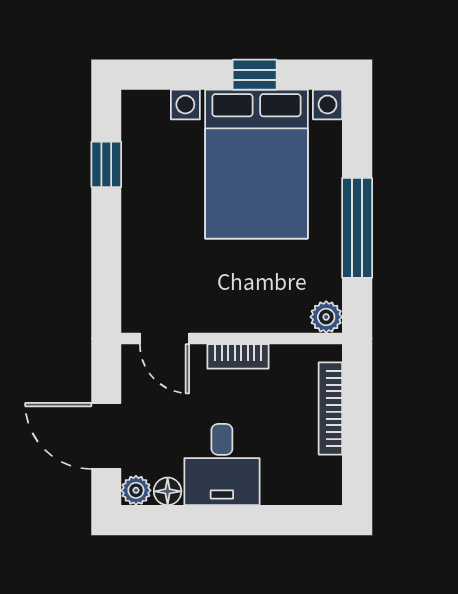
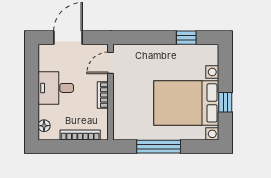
plant: (326, 317) -> (120, 133), removed
plant: (136, 490) -> (44, 51), removed
floor lamp: (168, 491) -> (44, 126), moved

